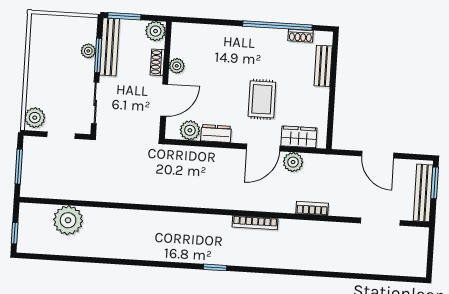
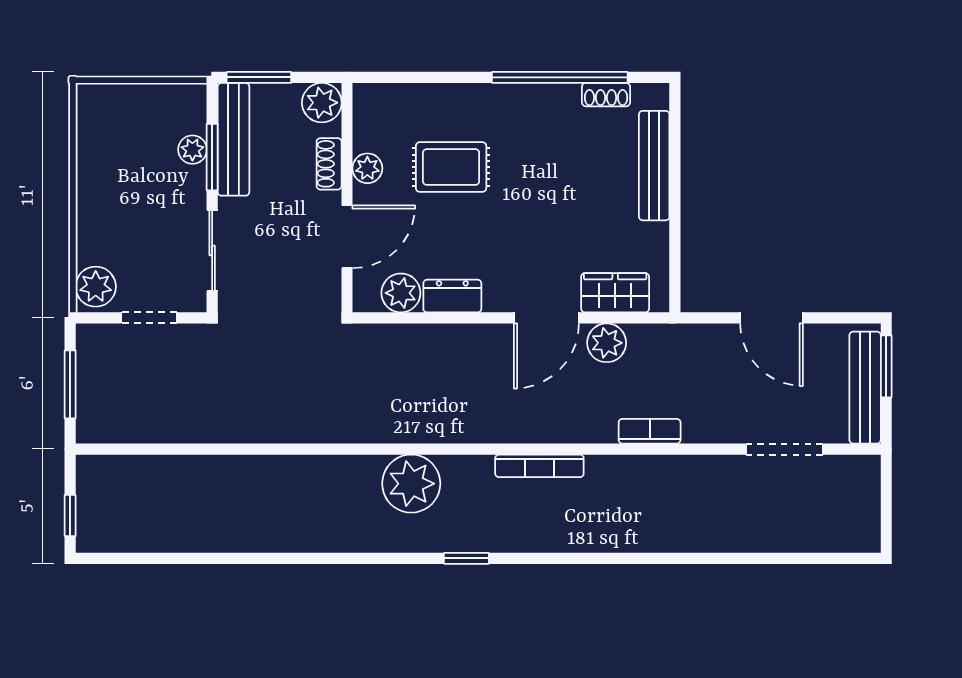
bench: (323, 66) -> (654, 166), width x1.36
rug: (262, 99) -> (451, 167), moved, turned 90
plant: (68, 220) -> (411, 484), moved

